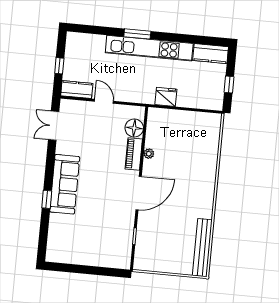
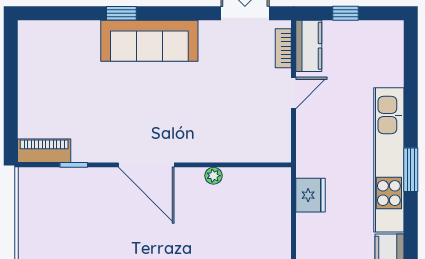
window: (137, 34) -> (411, 170), moved
bookcase: (77, 105) -> (283, 48), added
floor lamp: (134, 128) -> (254, 147), removed
piano: (134, 154) -> (44, 151), moved

